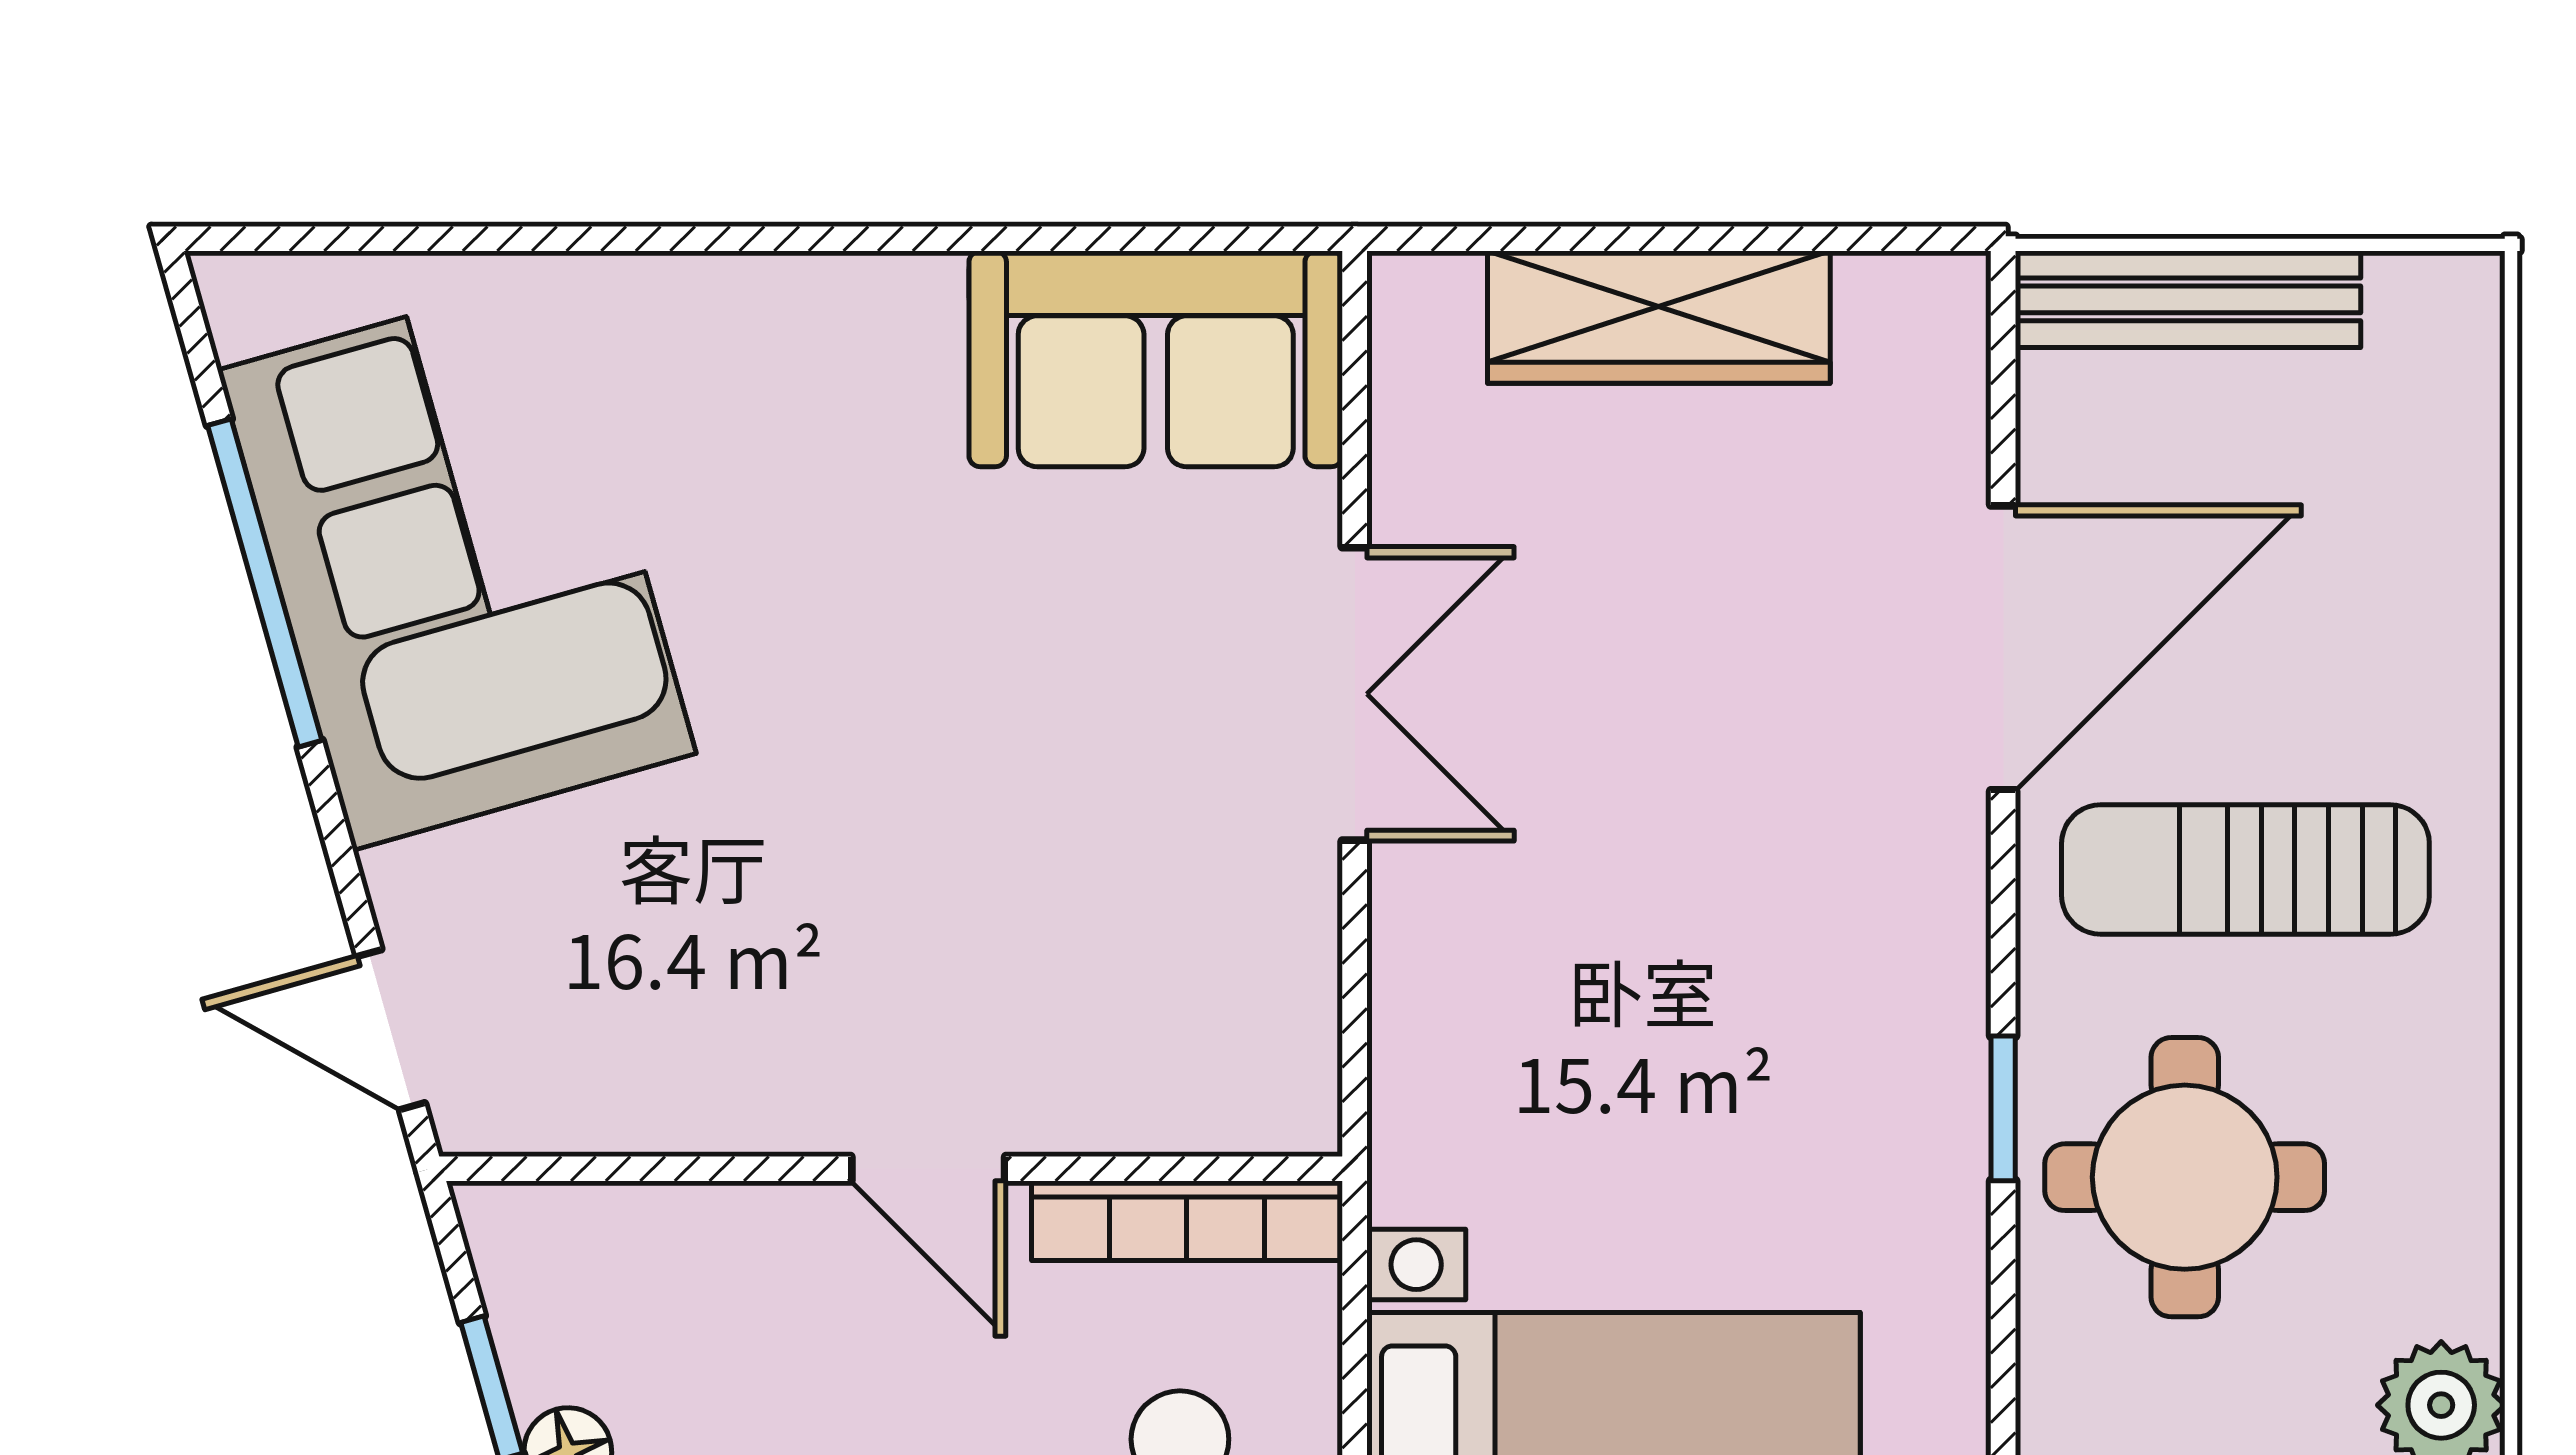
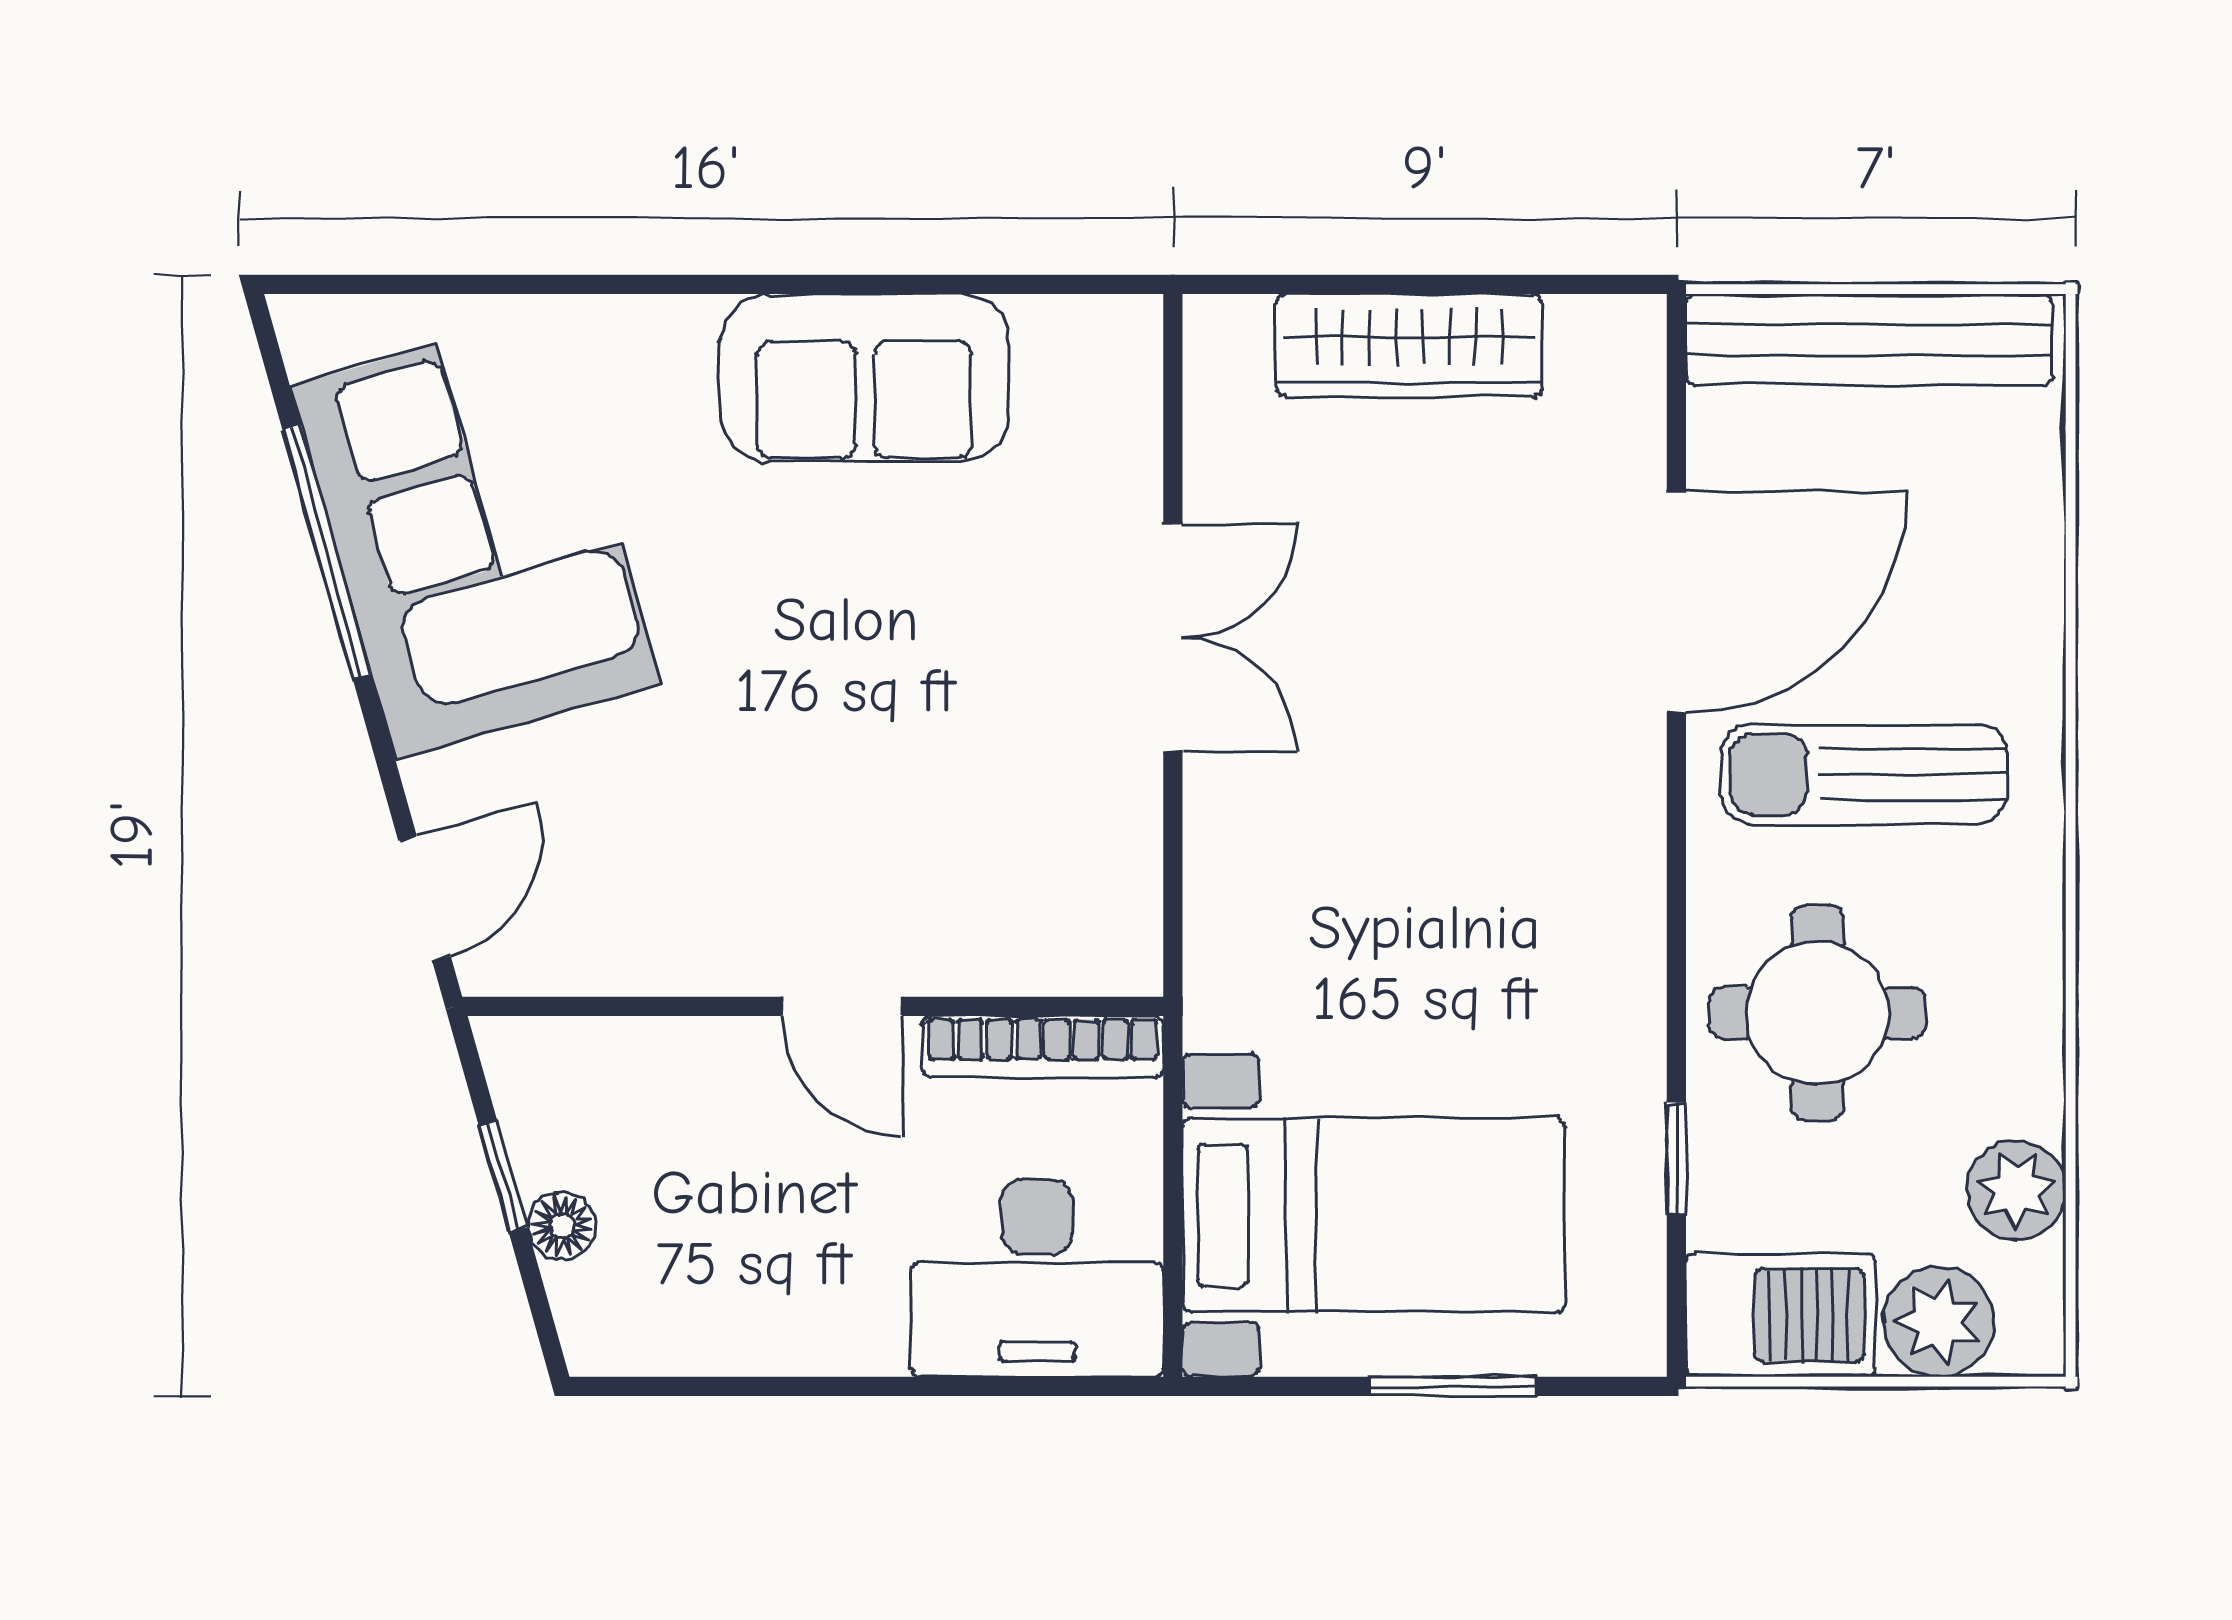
bench: (2188, 299) -> (1869, 340), width x1.37, depth x1.21
sofa: (1156, 359) -> (865, 378), moved
door: (391, 1030) -> (425, 898), swing flipped
window: (2003, 1108) -> (1676, 1159), moved

